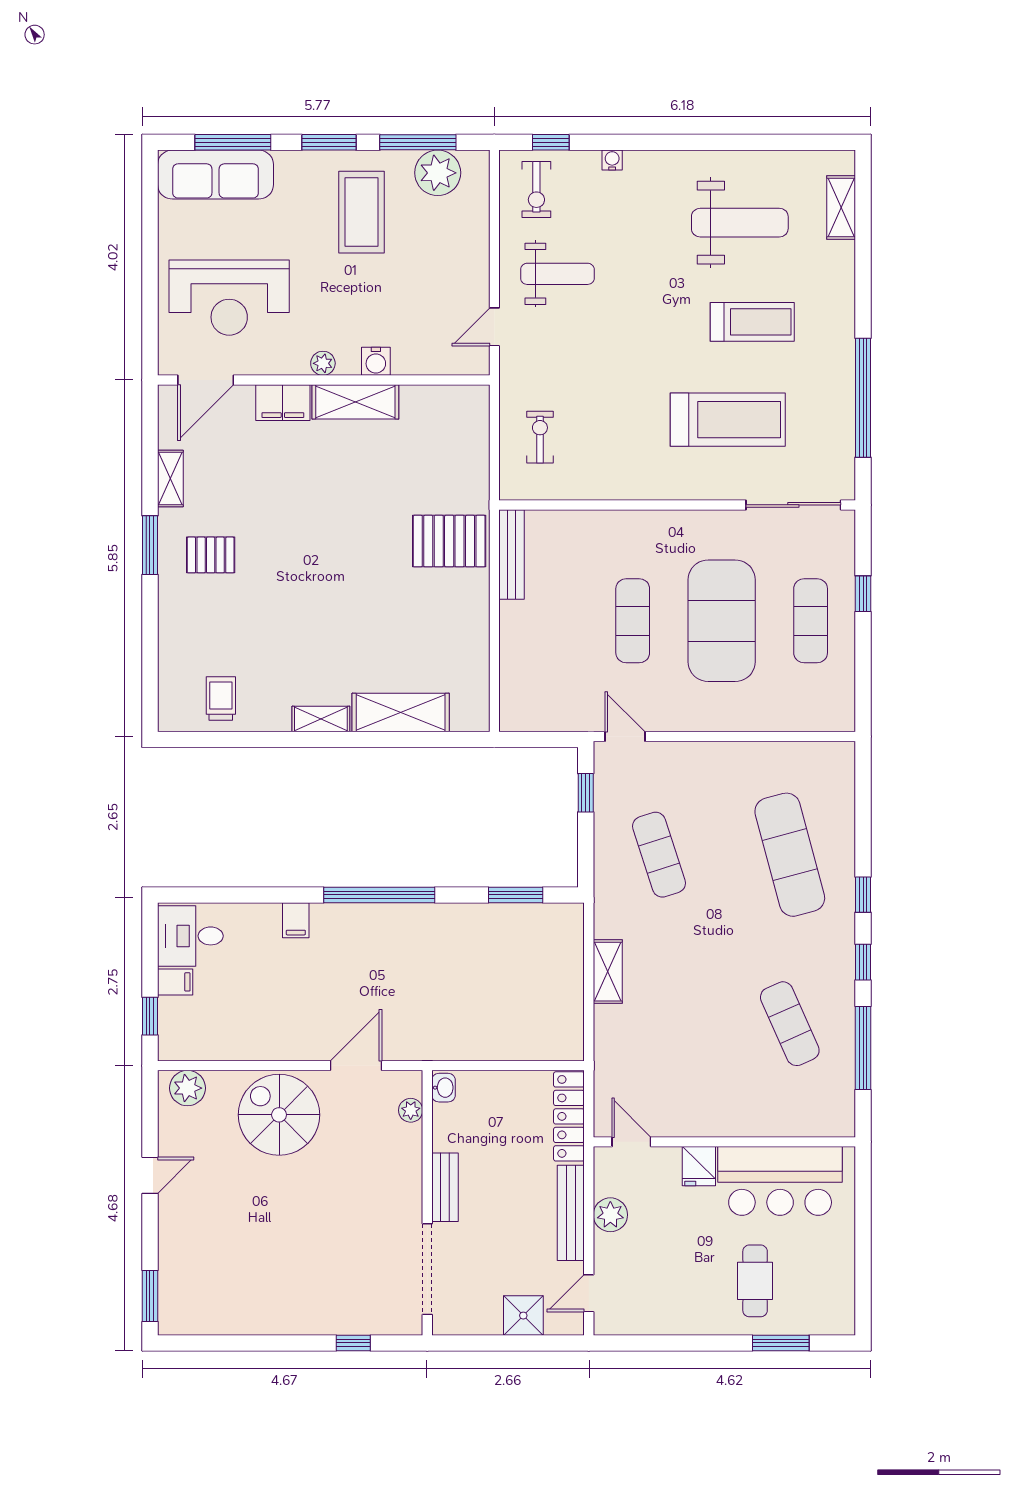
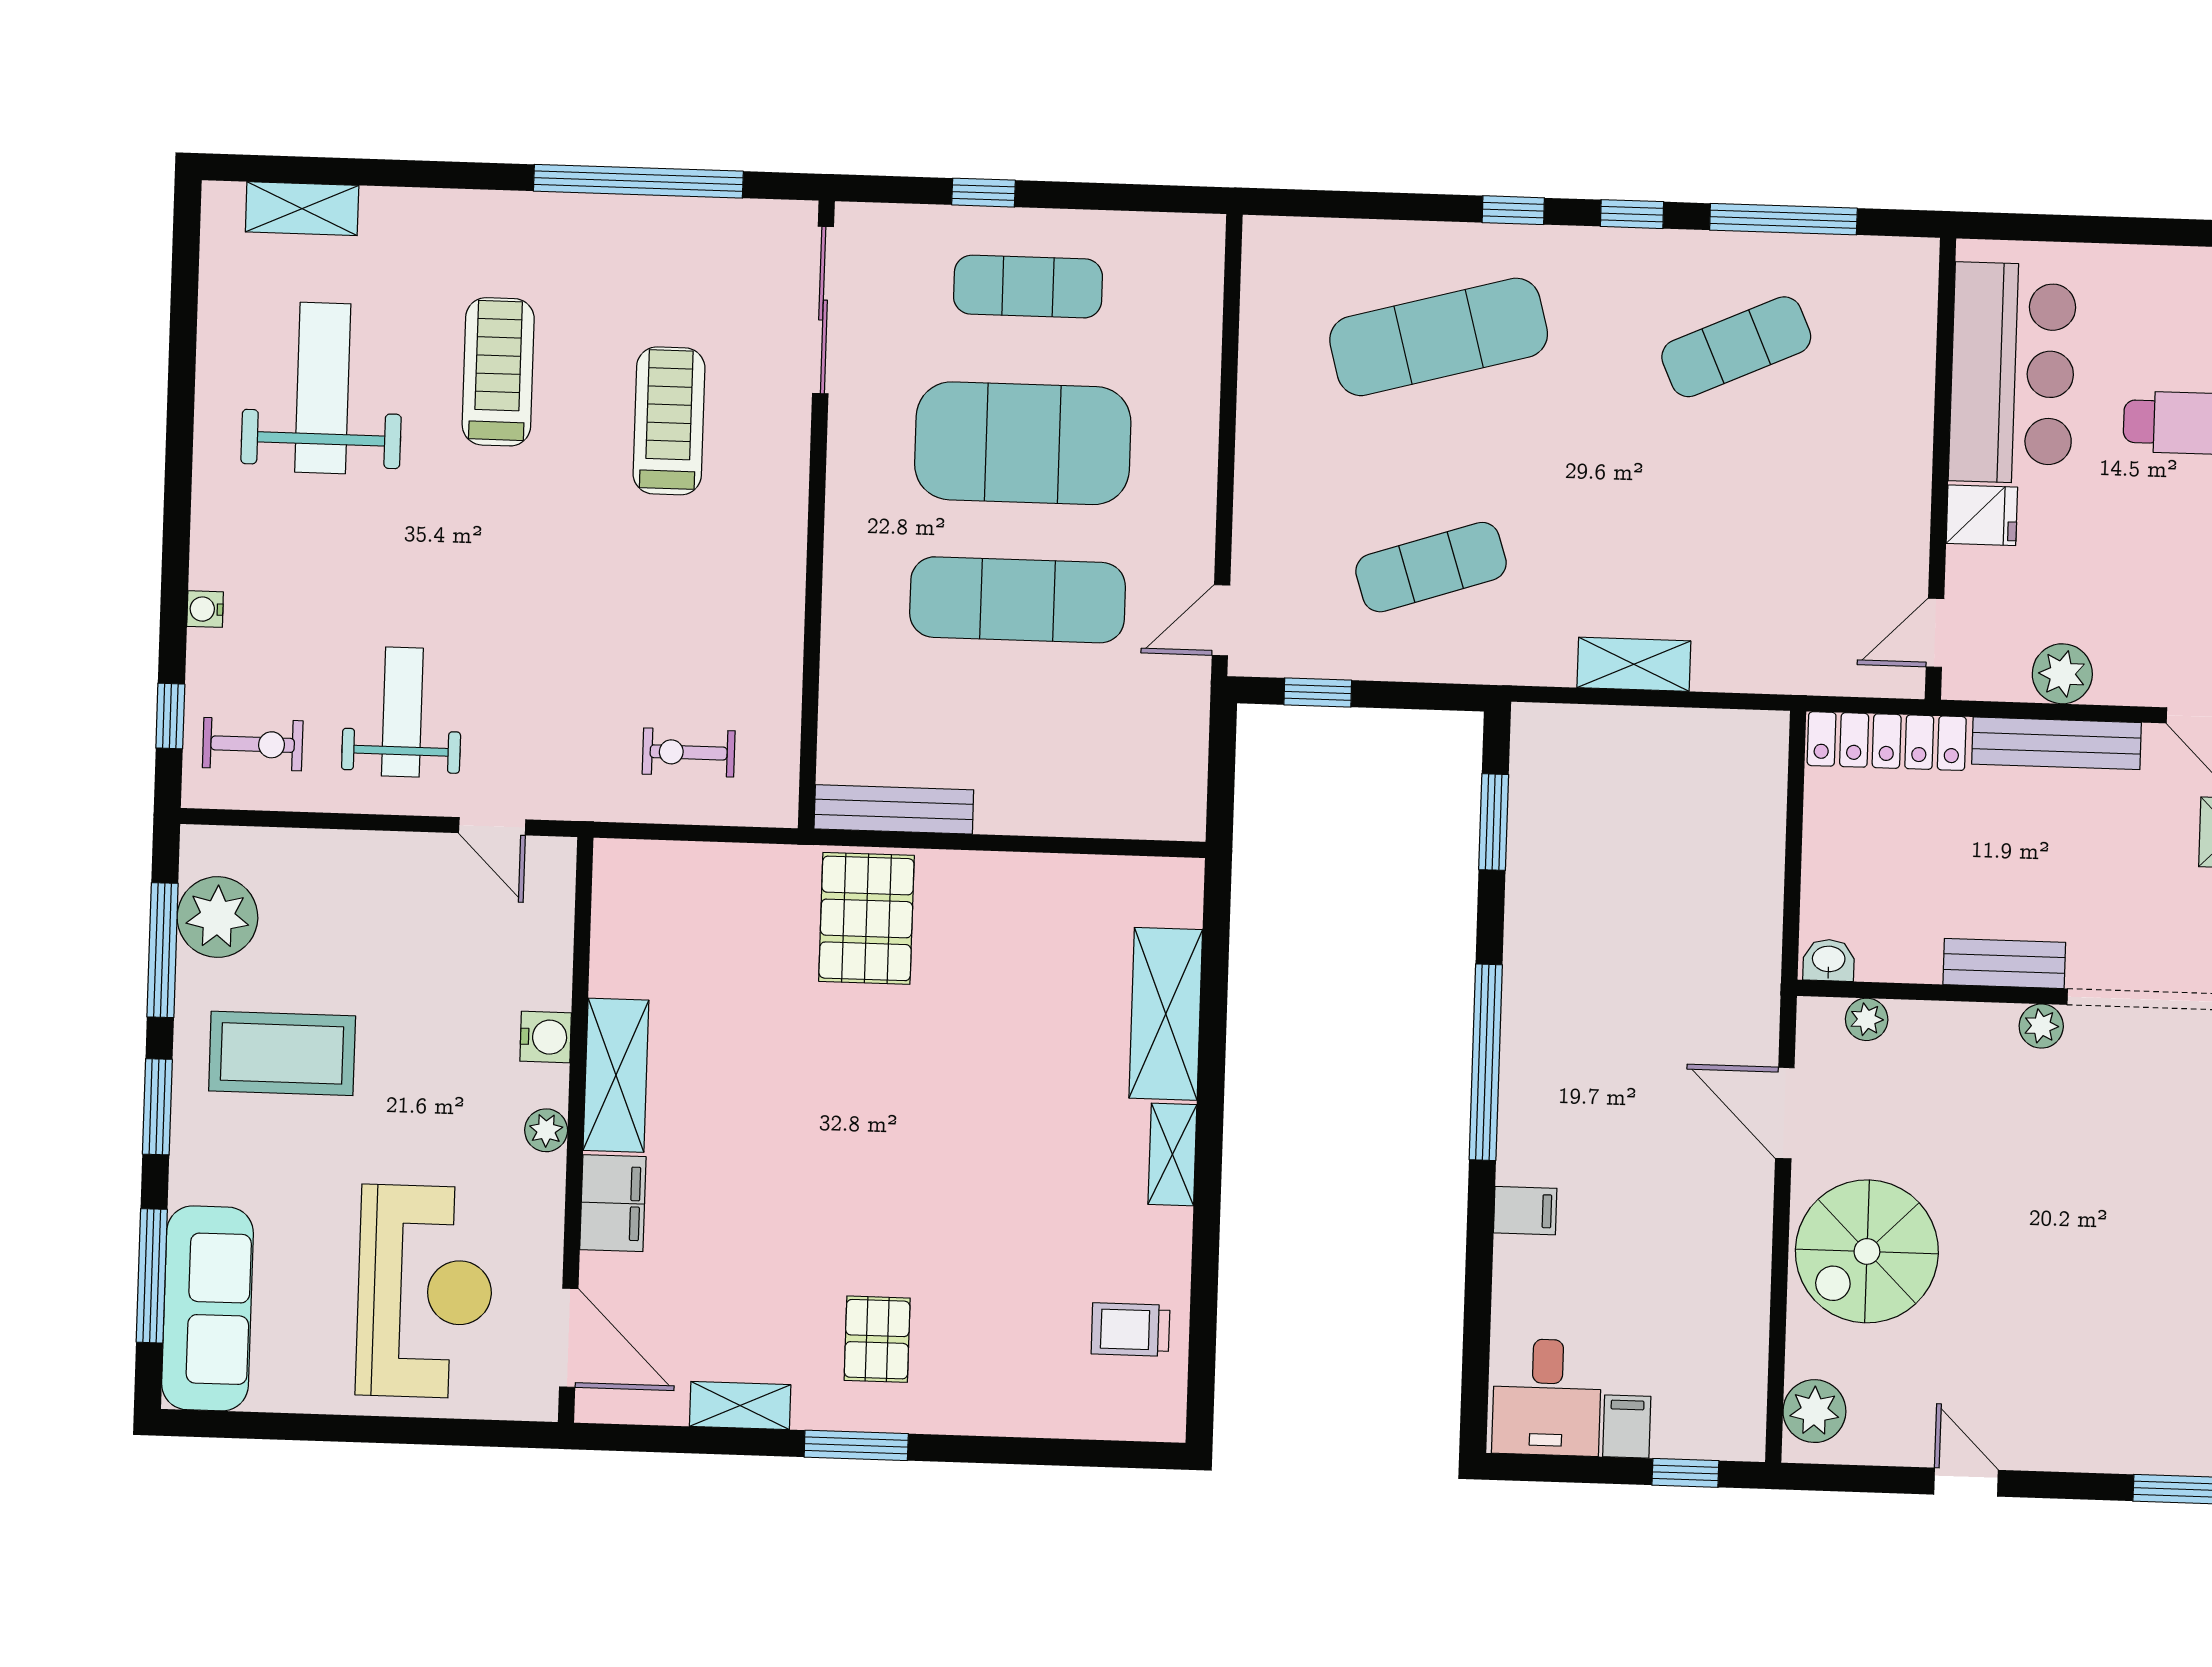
treadmill: (728, 420) -> (669, 421), width x0.73, depth x0.73
exercise mat: (633, 621) -> (1018, 600), width x1.36, depth x1.45
plant: (410, 1209) -> (2041, 1026), added

